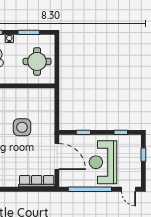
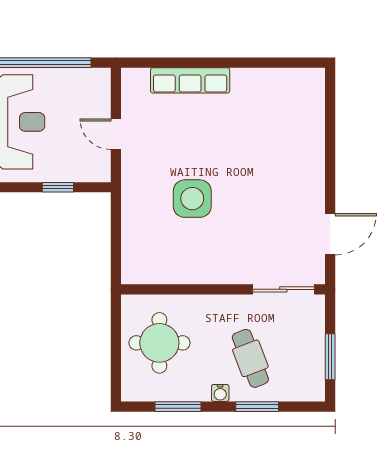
door: (57, 157) -> (116, 134), width x0.53
row of seats: (37, 181) -> (190, 80), moved

